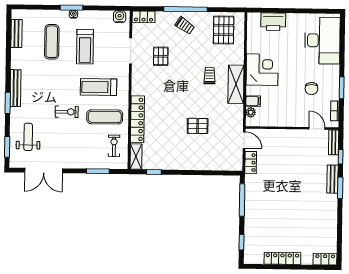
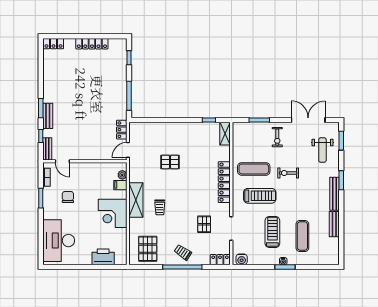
bench: (16, 33) -> (334, 224), moved
locker: (137, 119) -> (224, 182), moved
door: (244, 140) -> (128, 150), hinge flipped
exercise bike: (114, 146) -> (277, 137), moved

